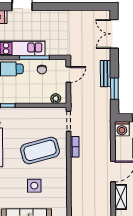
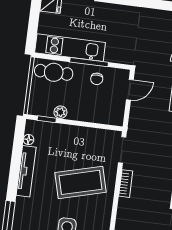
plant: (56, 99) -> (60, 112), moved

